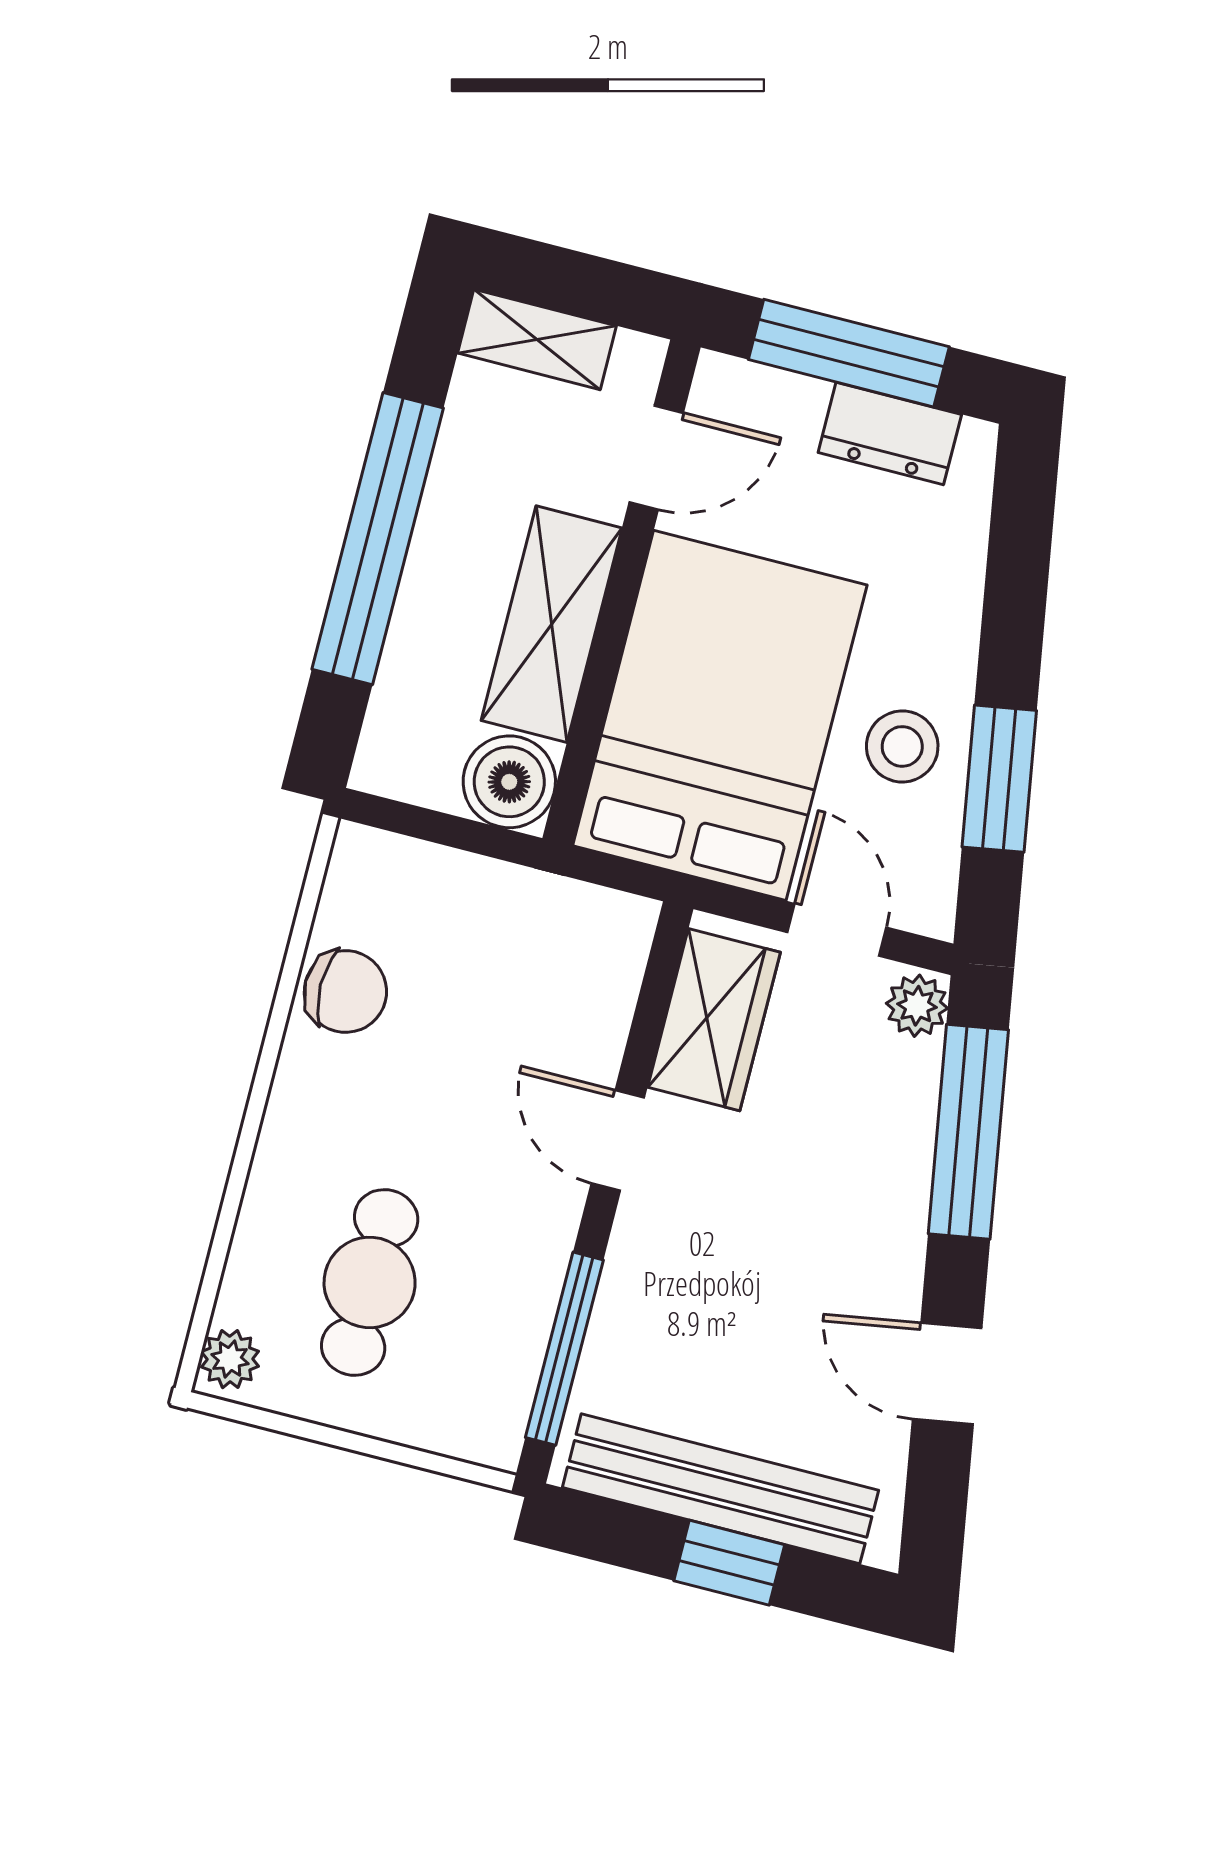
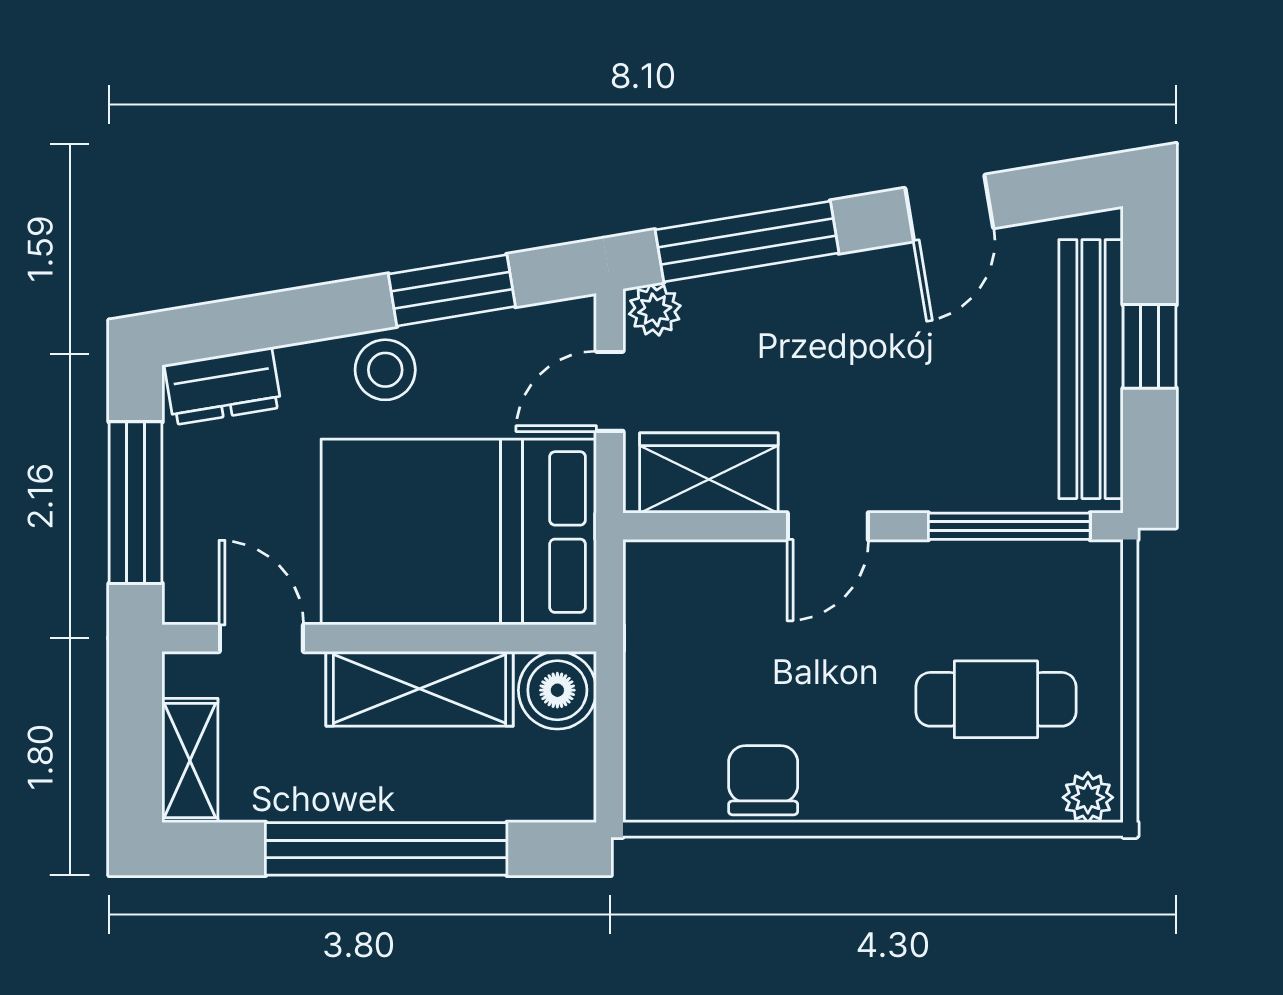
dresser: (890, 433) -> (223, 386), moved, turned 81
stool: (902, 746) -> (385, 370), moved

